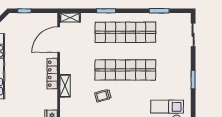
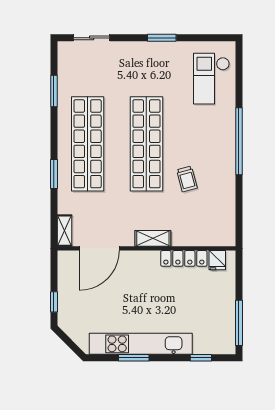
door: (59, 40) -> (99, 248), hinge flipped
locker: (52, 74) -> (184, 258), moved
shelving: (65, 86) -> (153, 238), moved

